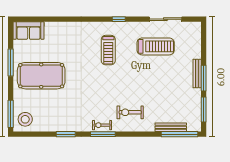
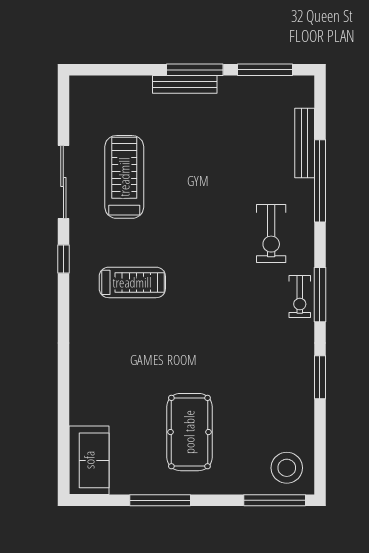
sliding door: (165, 19) -> (63, 182), moved
pool table: (41, 76) -> (189, 432), width x0.73, depth x0.76
window: (180, 134) -> (320, 181), moved

